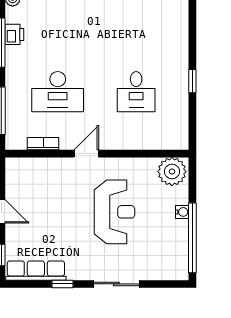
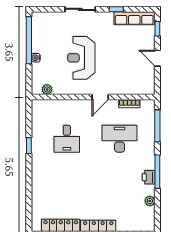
desk: (136, 92) -> (67, 139), turned 180
plant: (172, 172) -> (47, 89), width x0.53, depth x0.53

